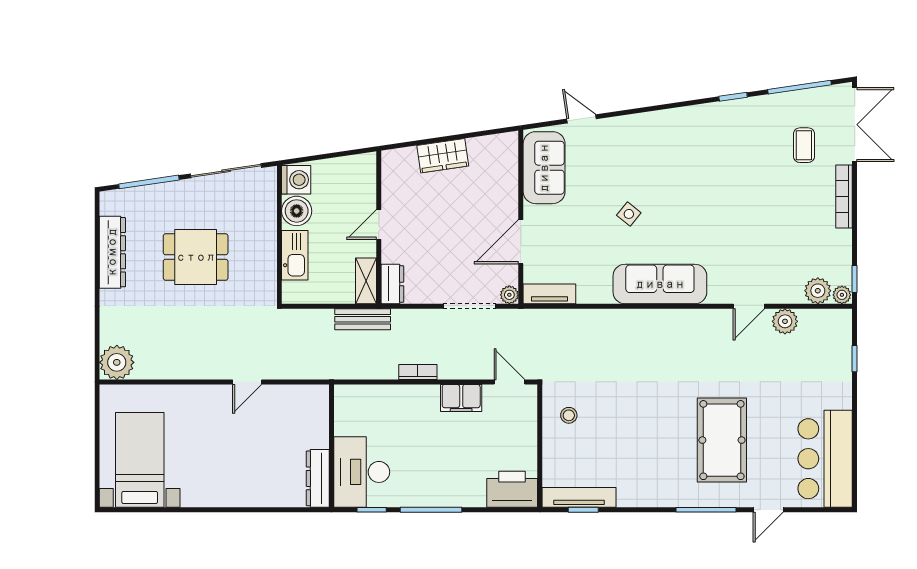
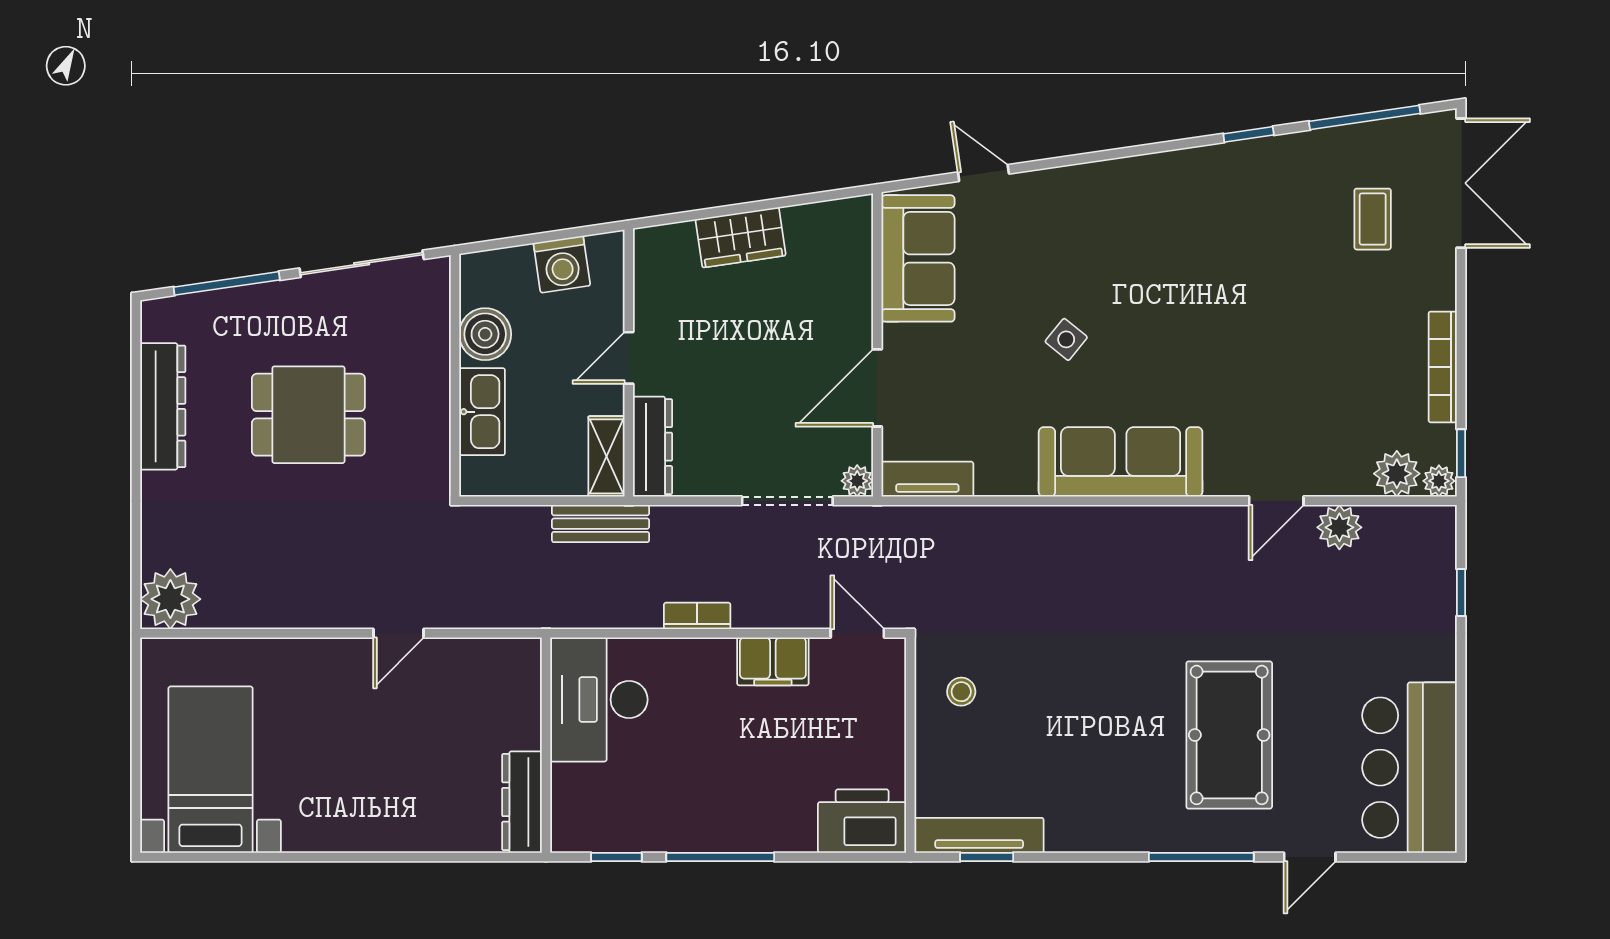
washing machine: (296, 180) -> (562, 264), moved, turned 82
bookcase: (844, 197) -> (1443, 367), moved
dresser: (392, 284) -> (653, 447), width x1.44
desk: (362, 472) -> (599, 700), moved

